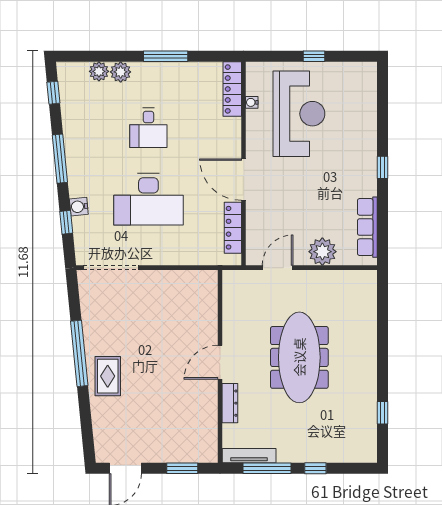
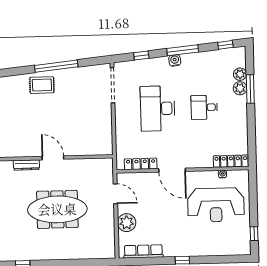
window: (166, 56) -> (250, 89), moved
window: (314, 56) -> (254, 234), moved
door: (243, 180) -> (172, 170), swing flipped
water cooler: (79, 207) -> (175, 60), moved

